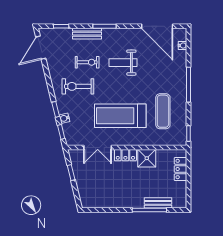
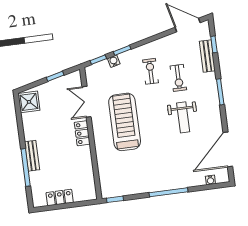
bench: (87, 34) -> (207, 56), moved
weight bench: (123, 63) -> (183, 117), turned 180
exercise bike: (78, 86) -> (151, 71), width x0.73, depth x0.72
exercise mat: (163, 111) -> (136, 168), removed
shower: (147, 158) -> (29, 102), moved
locker: (180, 169) -> (60, 198), moved
bench: (158, 203) -> (32, 156), moved

